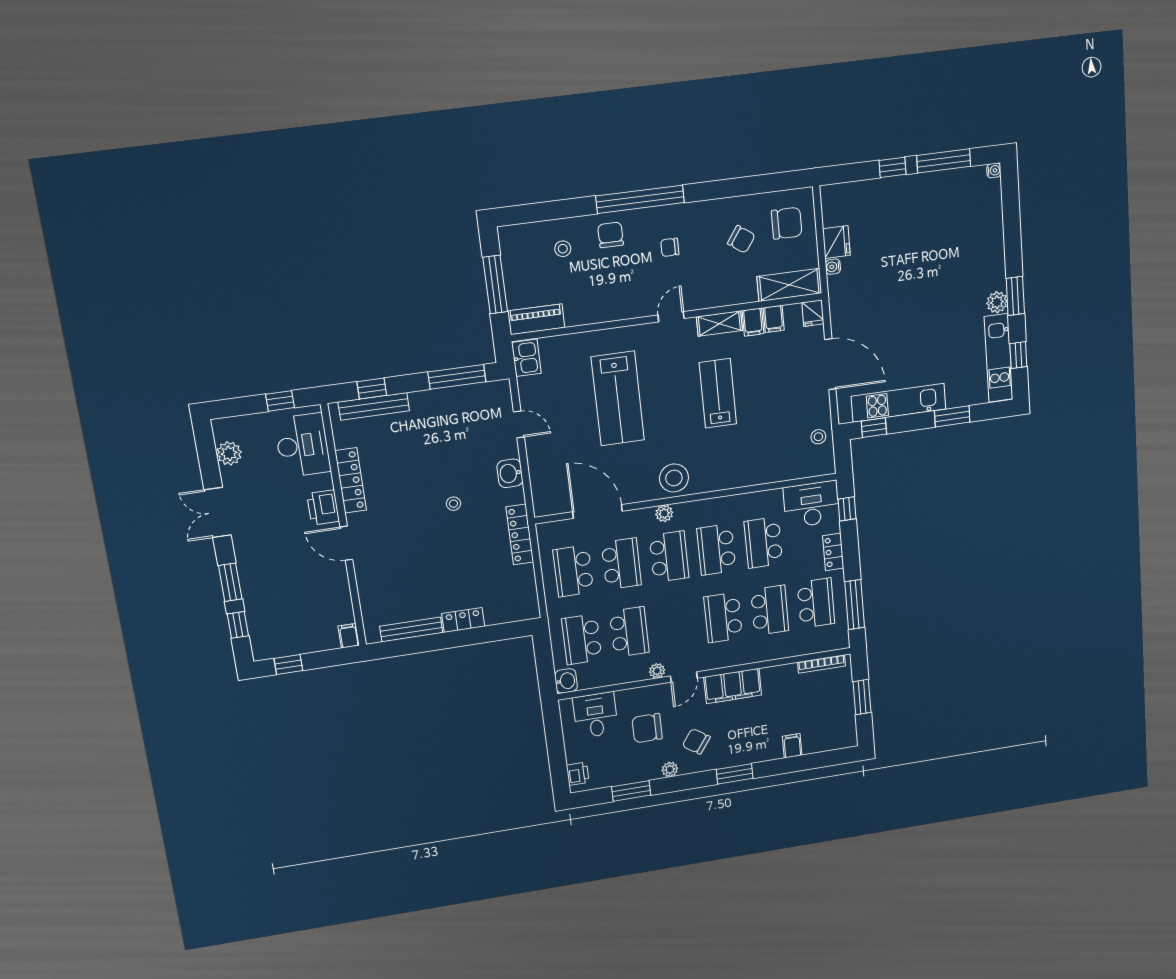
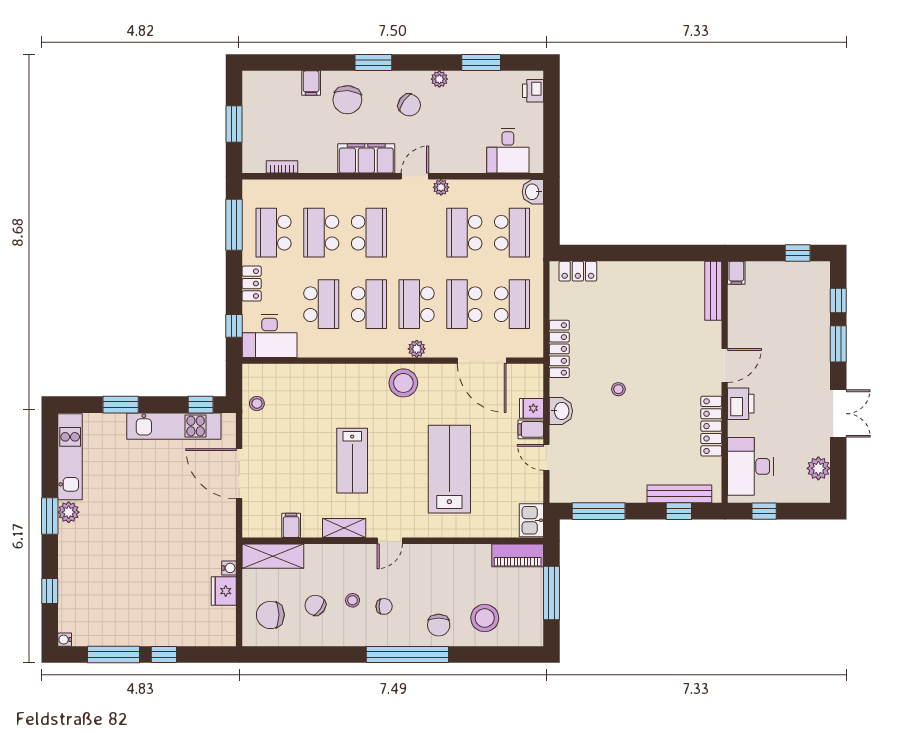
stool: (563, 249) -> (485, 618), width x1.89, depth x1.89
stool: (703, 250) -> (353, 600), added
fridge: (813, 313) -> (531, 408), moved, turned -90
filing cabinet: (753, 322) -> (531, 429), moved, turned -90
window: (1018, 355) -> (50, 591), moved
door: (346, 543) -> (725, 365), hinge flipped
locker: (463, 620) -> (578, 271), moved
bench: (411, 629) -> (713, 291), moved, turned 90
bookcase: (822, 664) -> (282, 167), width x0.64
chair: (647, 728) -> (347, 100), moved, turned 95

